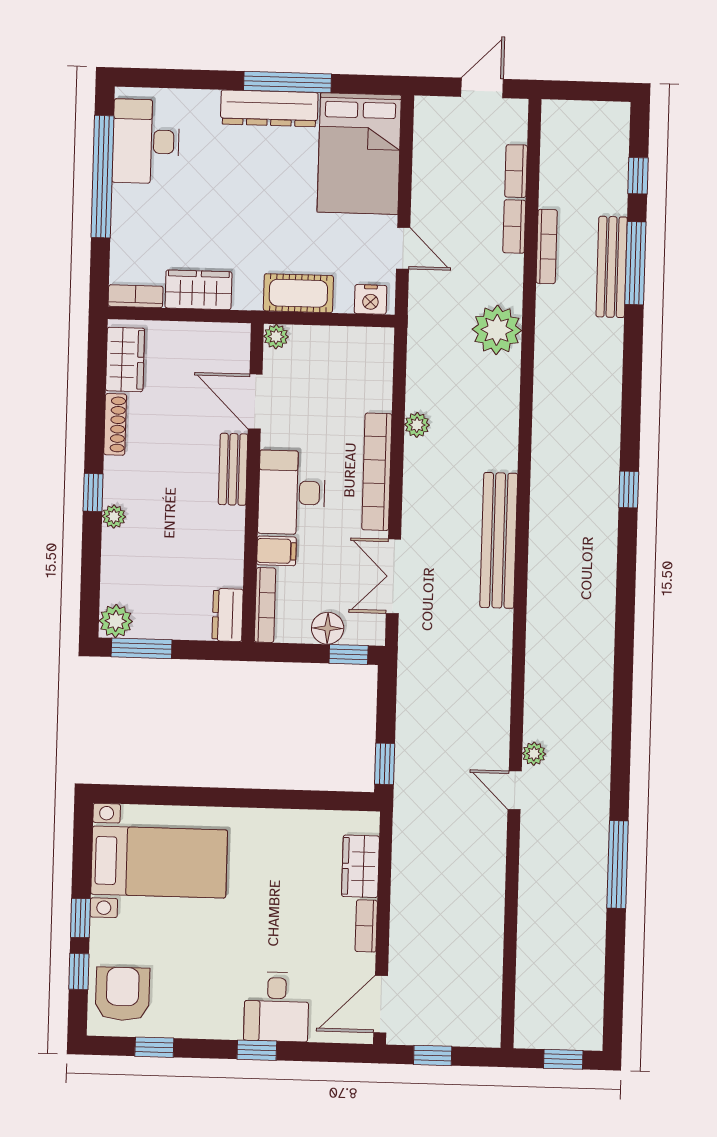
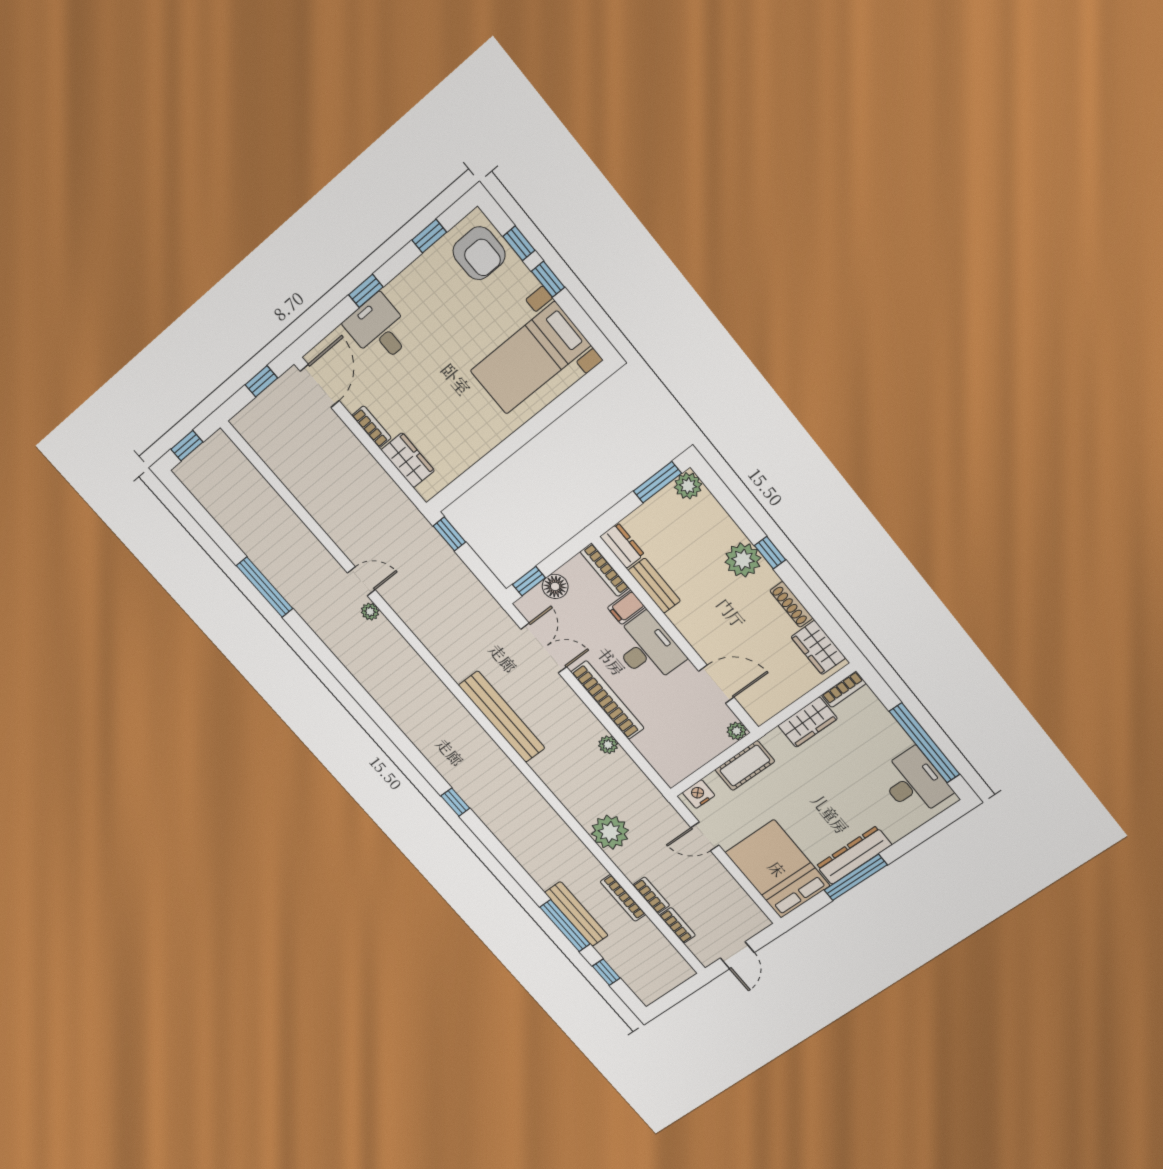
bench: (233, 469) -> (654, 586), moved
plant: (114, 517) -> (743, 560), width x1.87, depth x1.87

